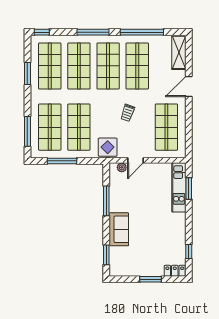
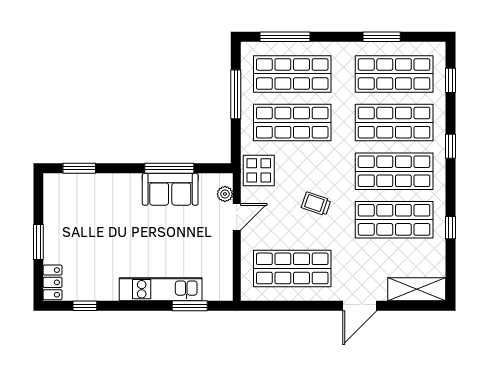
window: (42, 32) -> (451, 80), moved
window: (93, 32) -> (451, 146), width x0.46
window: (142, 32) -> (451, 228), width x0.32
door: (189, 86) -> (360, 306), swing flipped
door: (135, 160) -> (237, 217), swing flipped
kitchen unit: (179, 187) -> (161, 289), moved
sofa: (119, 229) -> (170, 189), moved

